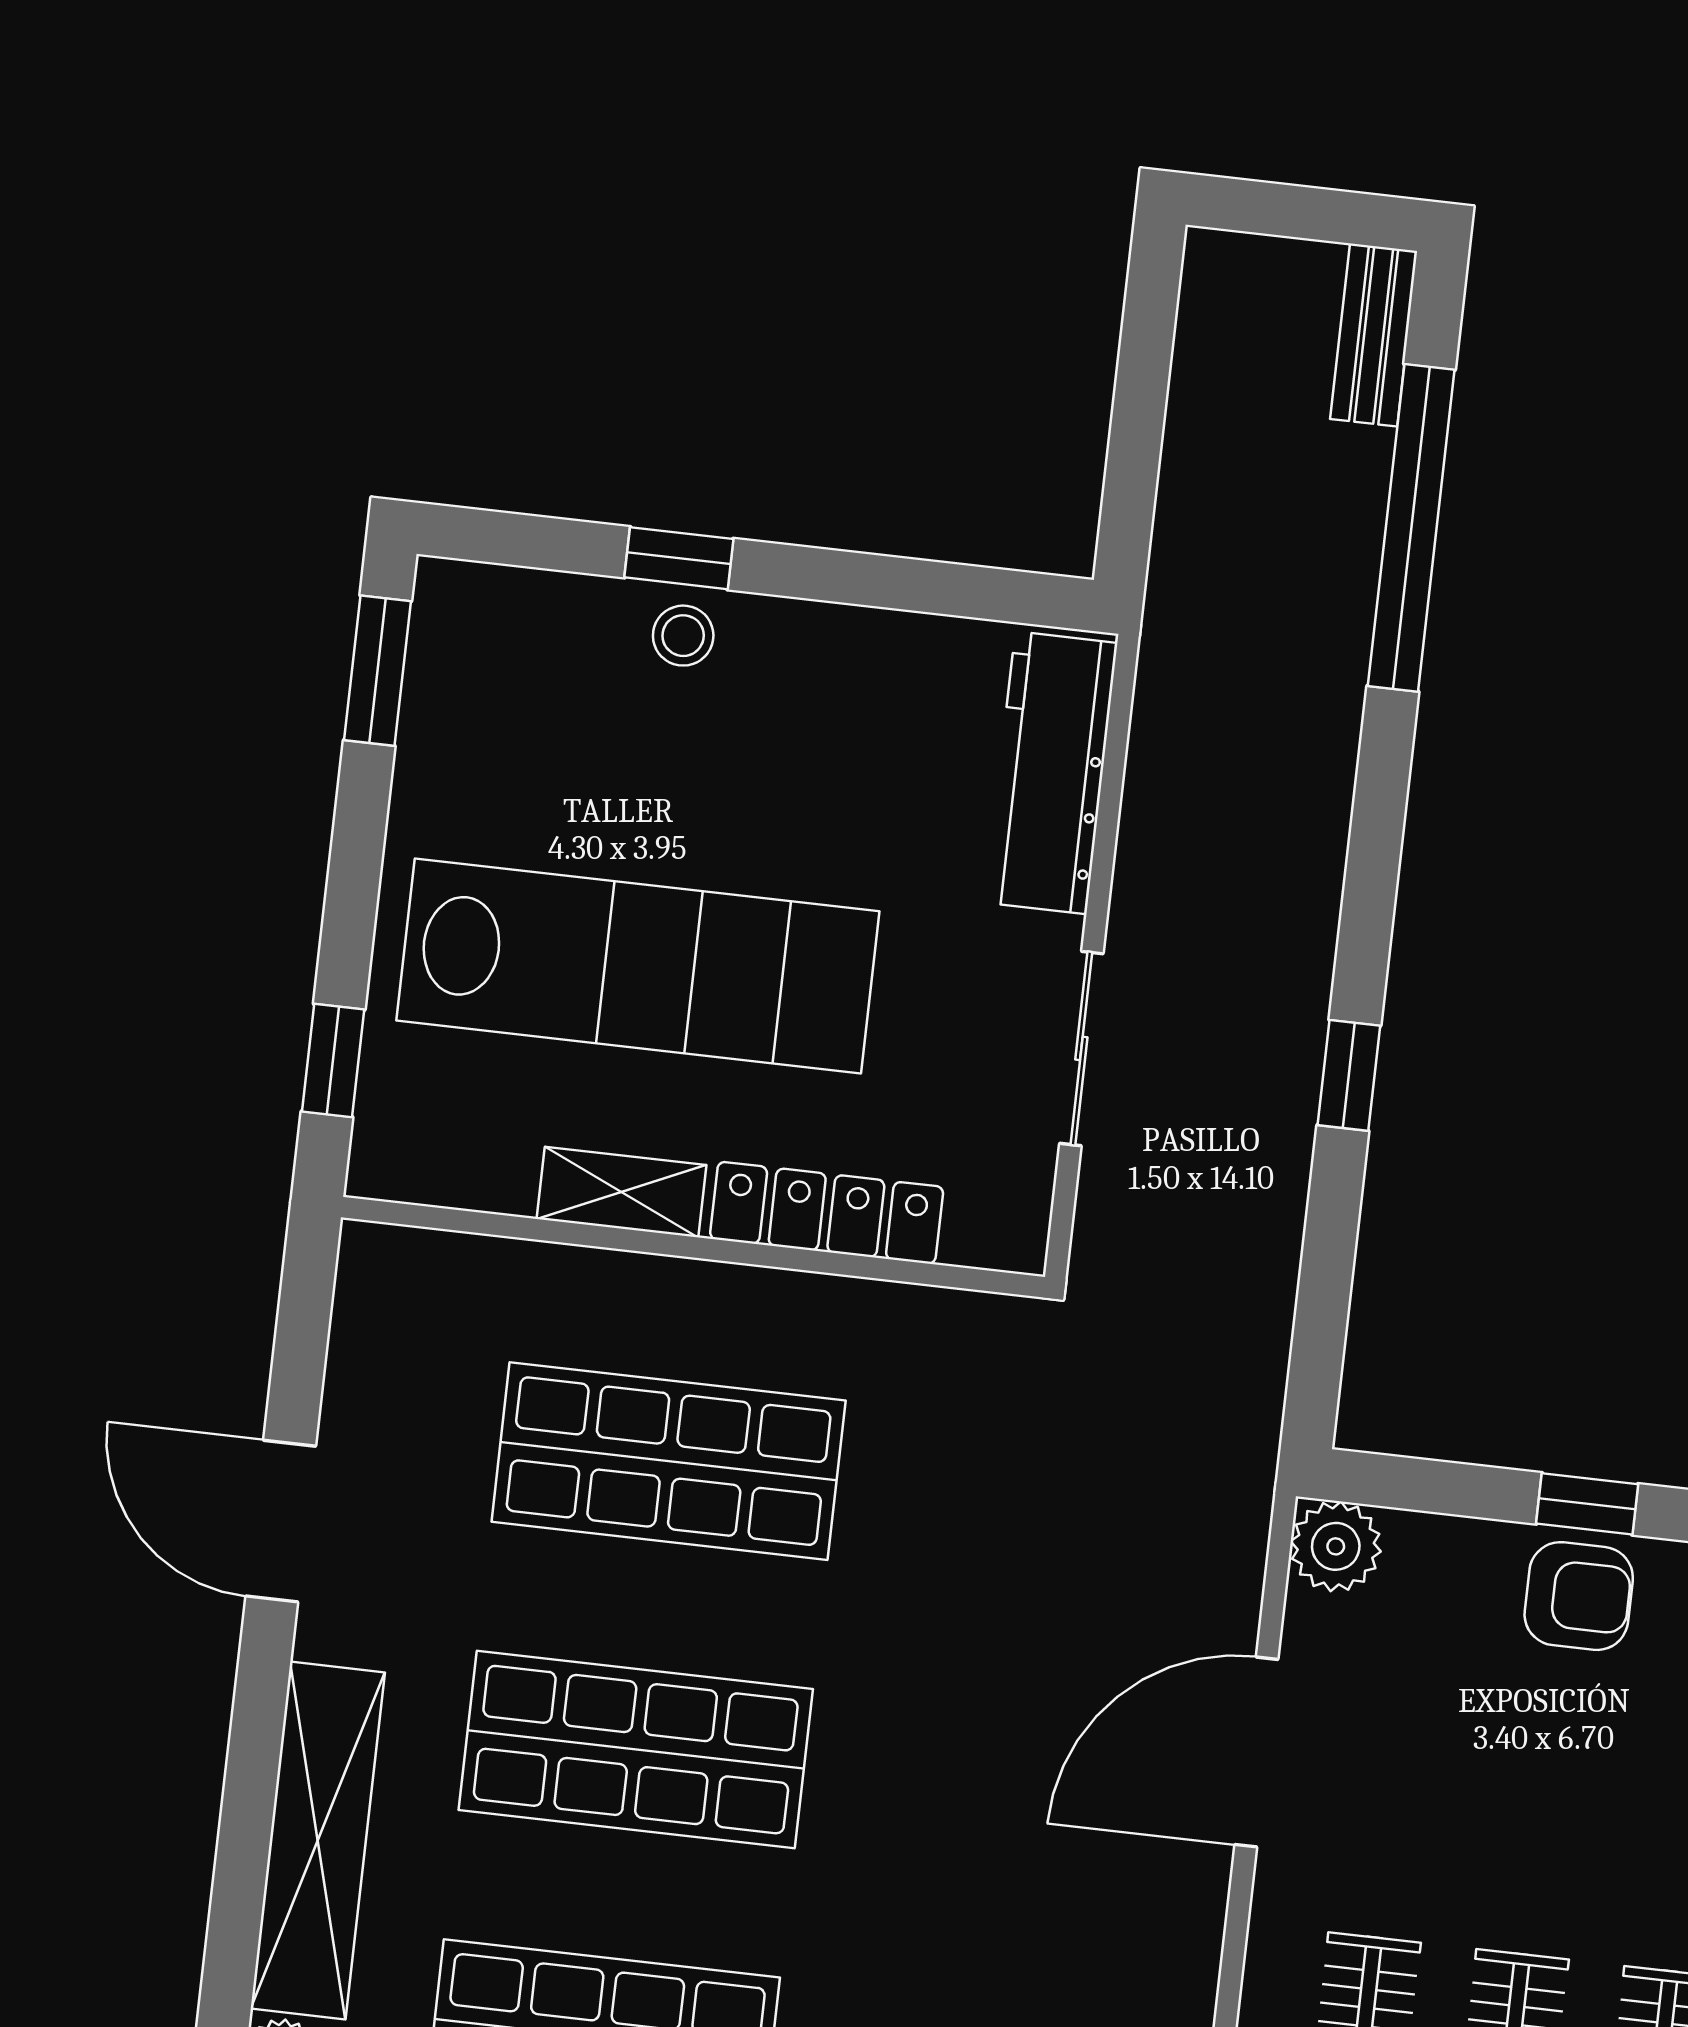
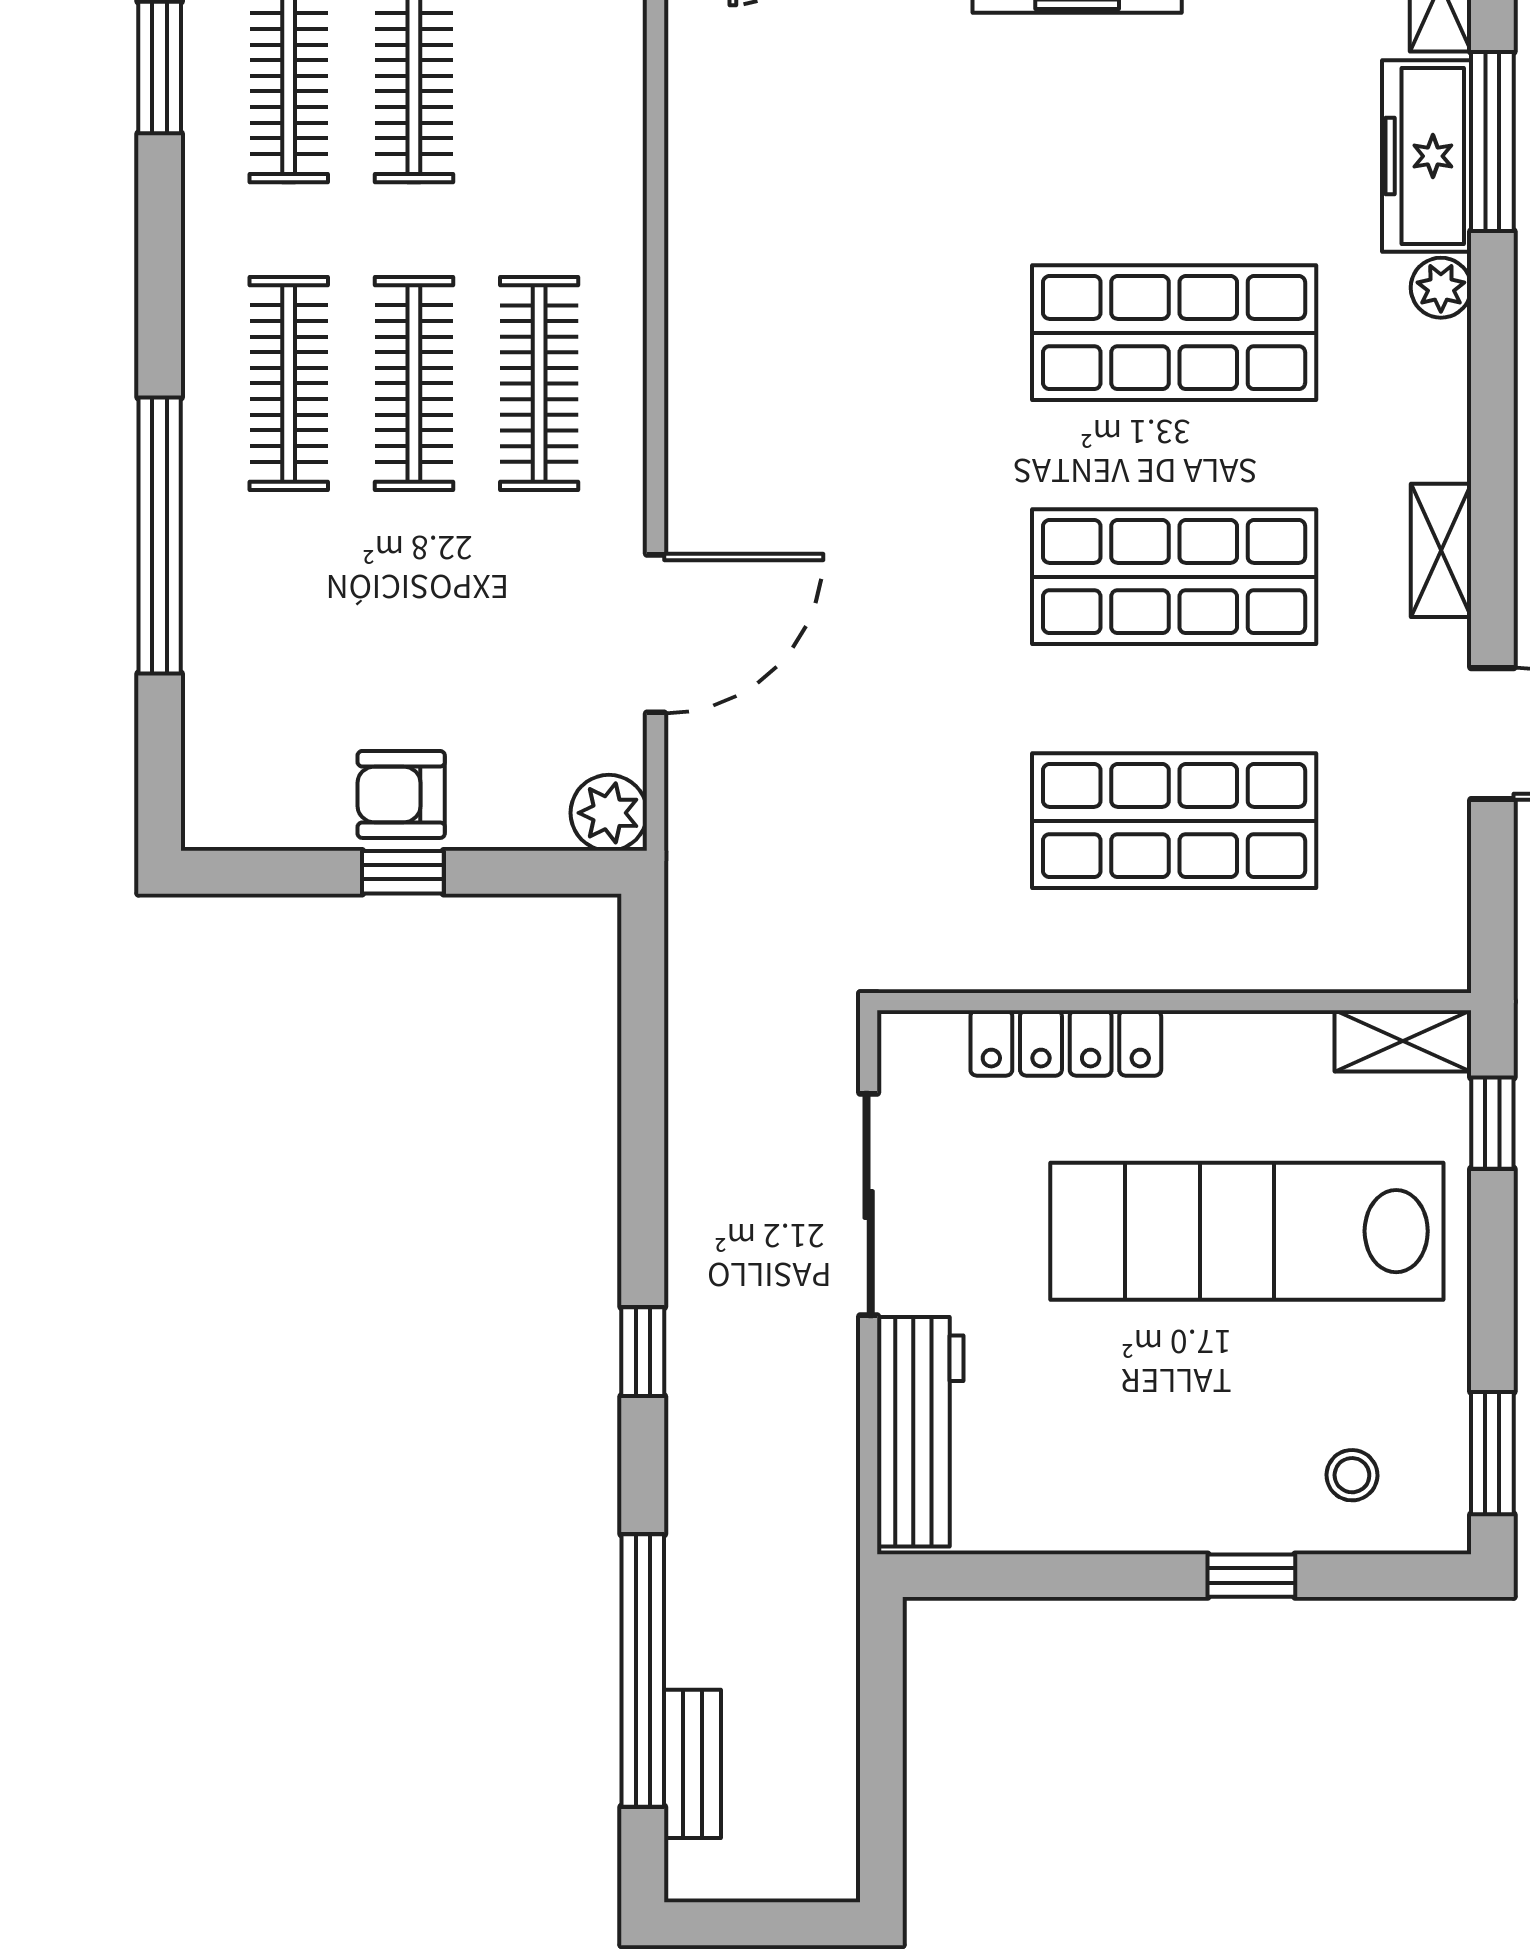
bench: (1374, 335) -> (692, 1764), moved
stool: (683, 636) -> (1352, 1475), moved
sliding door: (1081, 1048) -> (869, 1204), width x1.37
window: (1349, 1075) -> (643, 1352), moved
shelving: (622, 1192) -> (1403, 1041), moved
shelving: (318, 1840) -> (1441, 550), width x0.45, depth x0.75

